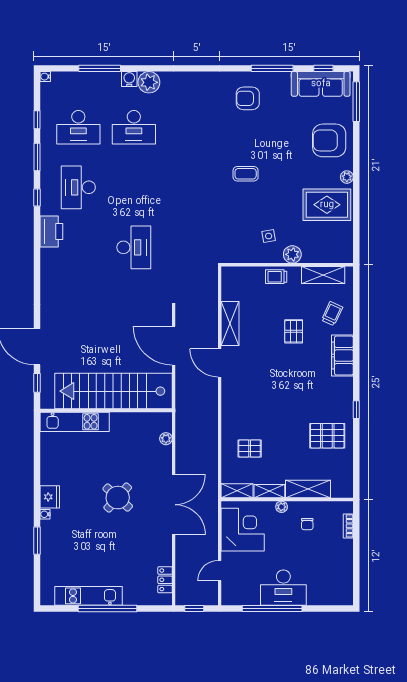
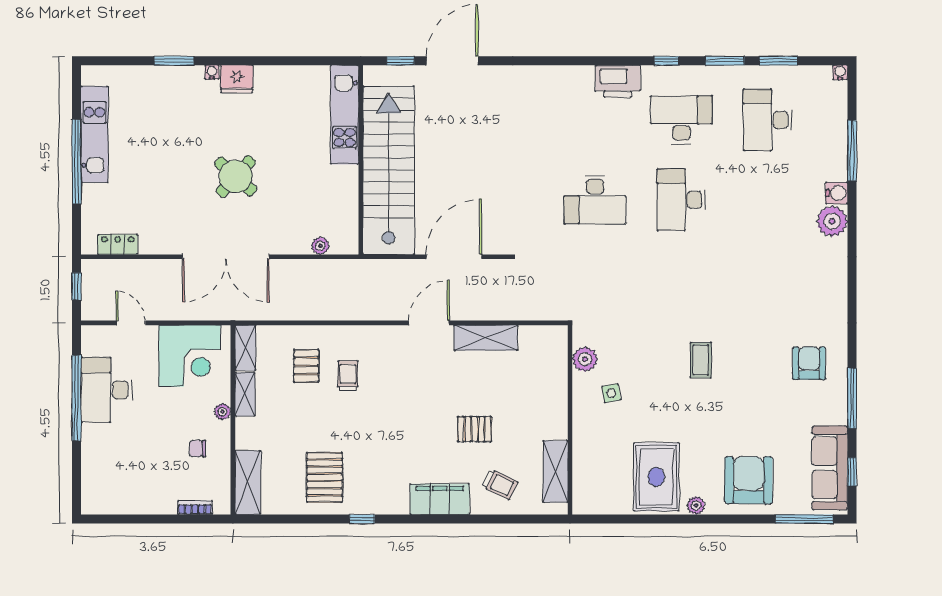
window: (37, 120) -> (778, 61), width x1.50
desk: (134, 127) -> (681, 200), moved
plant: (292, 254) -> (585, 359), moved
trolley: (276, 277) -> (348, 376), moved
shelving: (308, 489) -> (248, 483), moved
desk: (283, 588) -> (106, 390), moved

